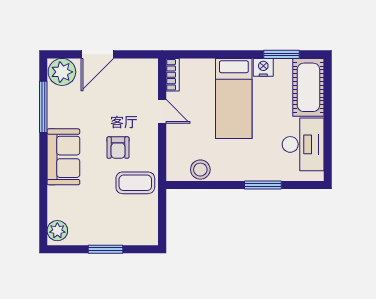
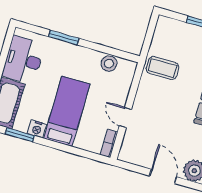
door: (97, 54) -> (163, 176), hinge flipped
armchair: (118, 148) -> (168, 99), removed

